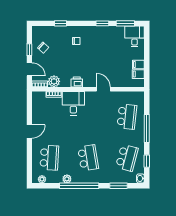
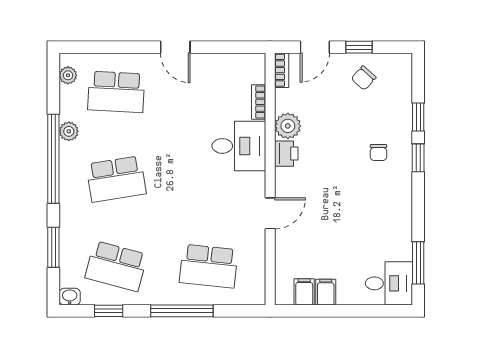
window: (102, 23) -> (418, 158), moved
plant: (54, 81) -> (288, 126), moved

